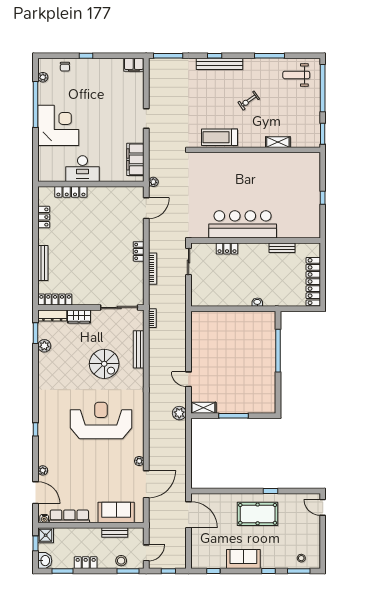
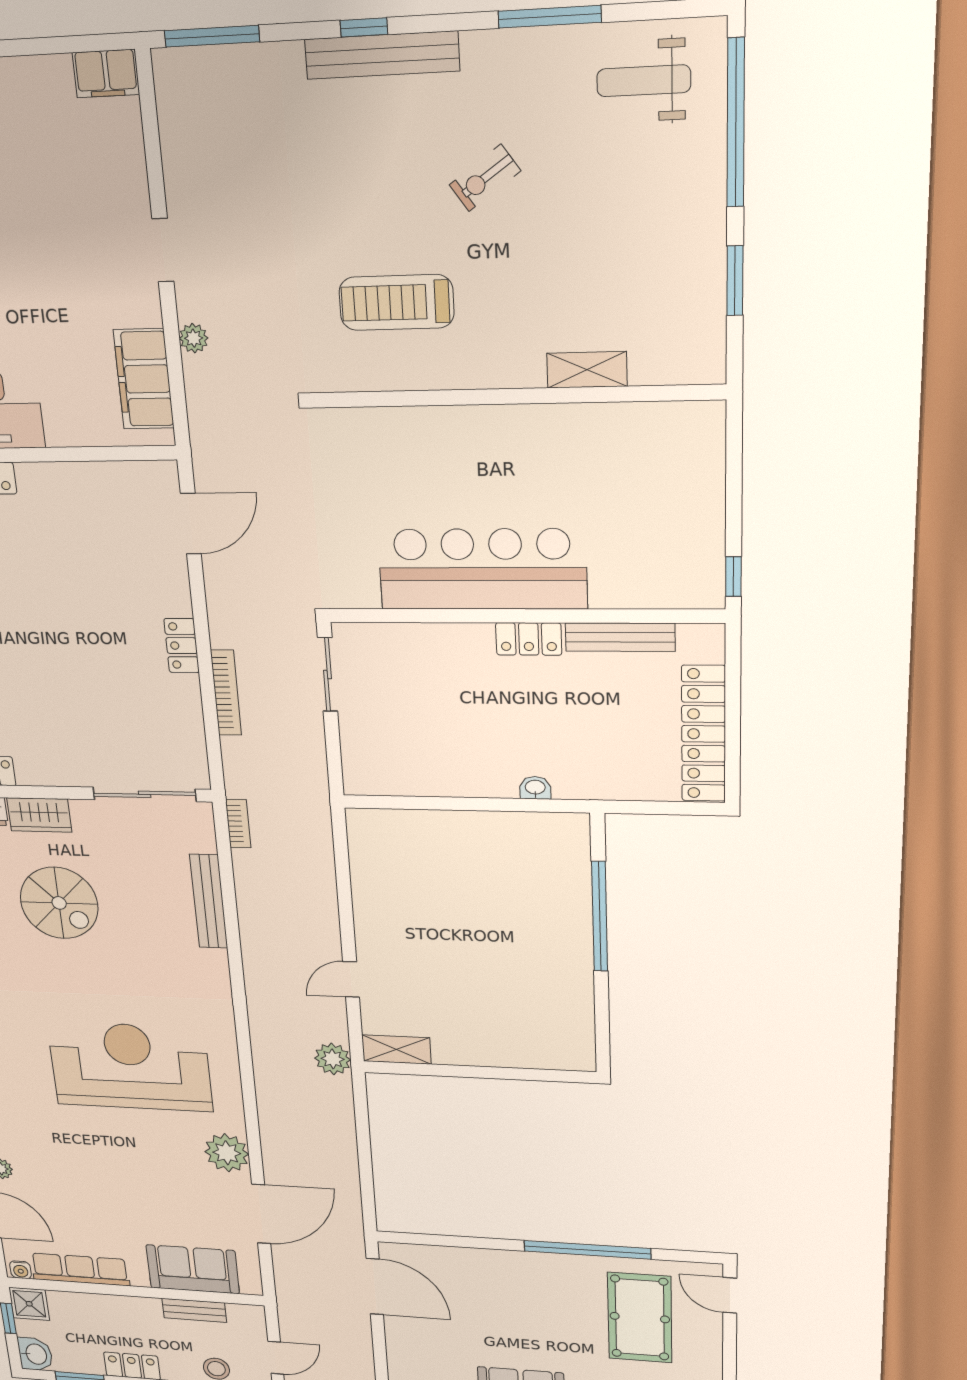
shelving: (278, 142) -> (587, 370), moved
wall: (256, 150) -> (516, 396), moved
plant: (153, 182) -> (194, 338), moved
window: (323, 198) -> (733, 577), moved
bench: (282, 248) -> (620, 637), width x1.36
locker: (227, 249) -> (529, 639), moved
spiral stairs: (104, 364) -> (59, 903), moved
door: (189, 379) -> (351, 979), hinge flipped
window: (233, 416) -> (480, 1072), removed
plant: (139, 461) -> (227, 1153), width x1.88, depth x1.88
window: (270, 491) -> (587, 1250), width x3.17
pool table: (258, 514) -> (640, 1318), moved, turned 90

